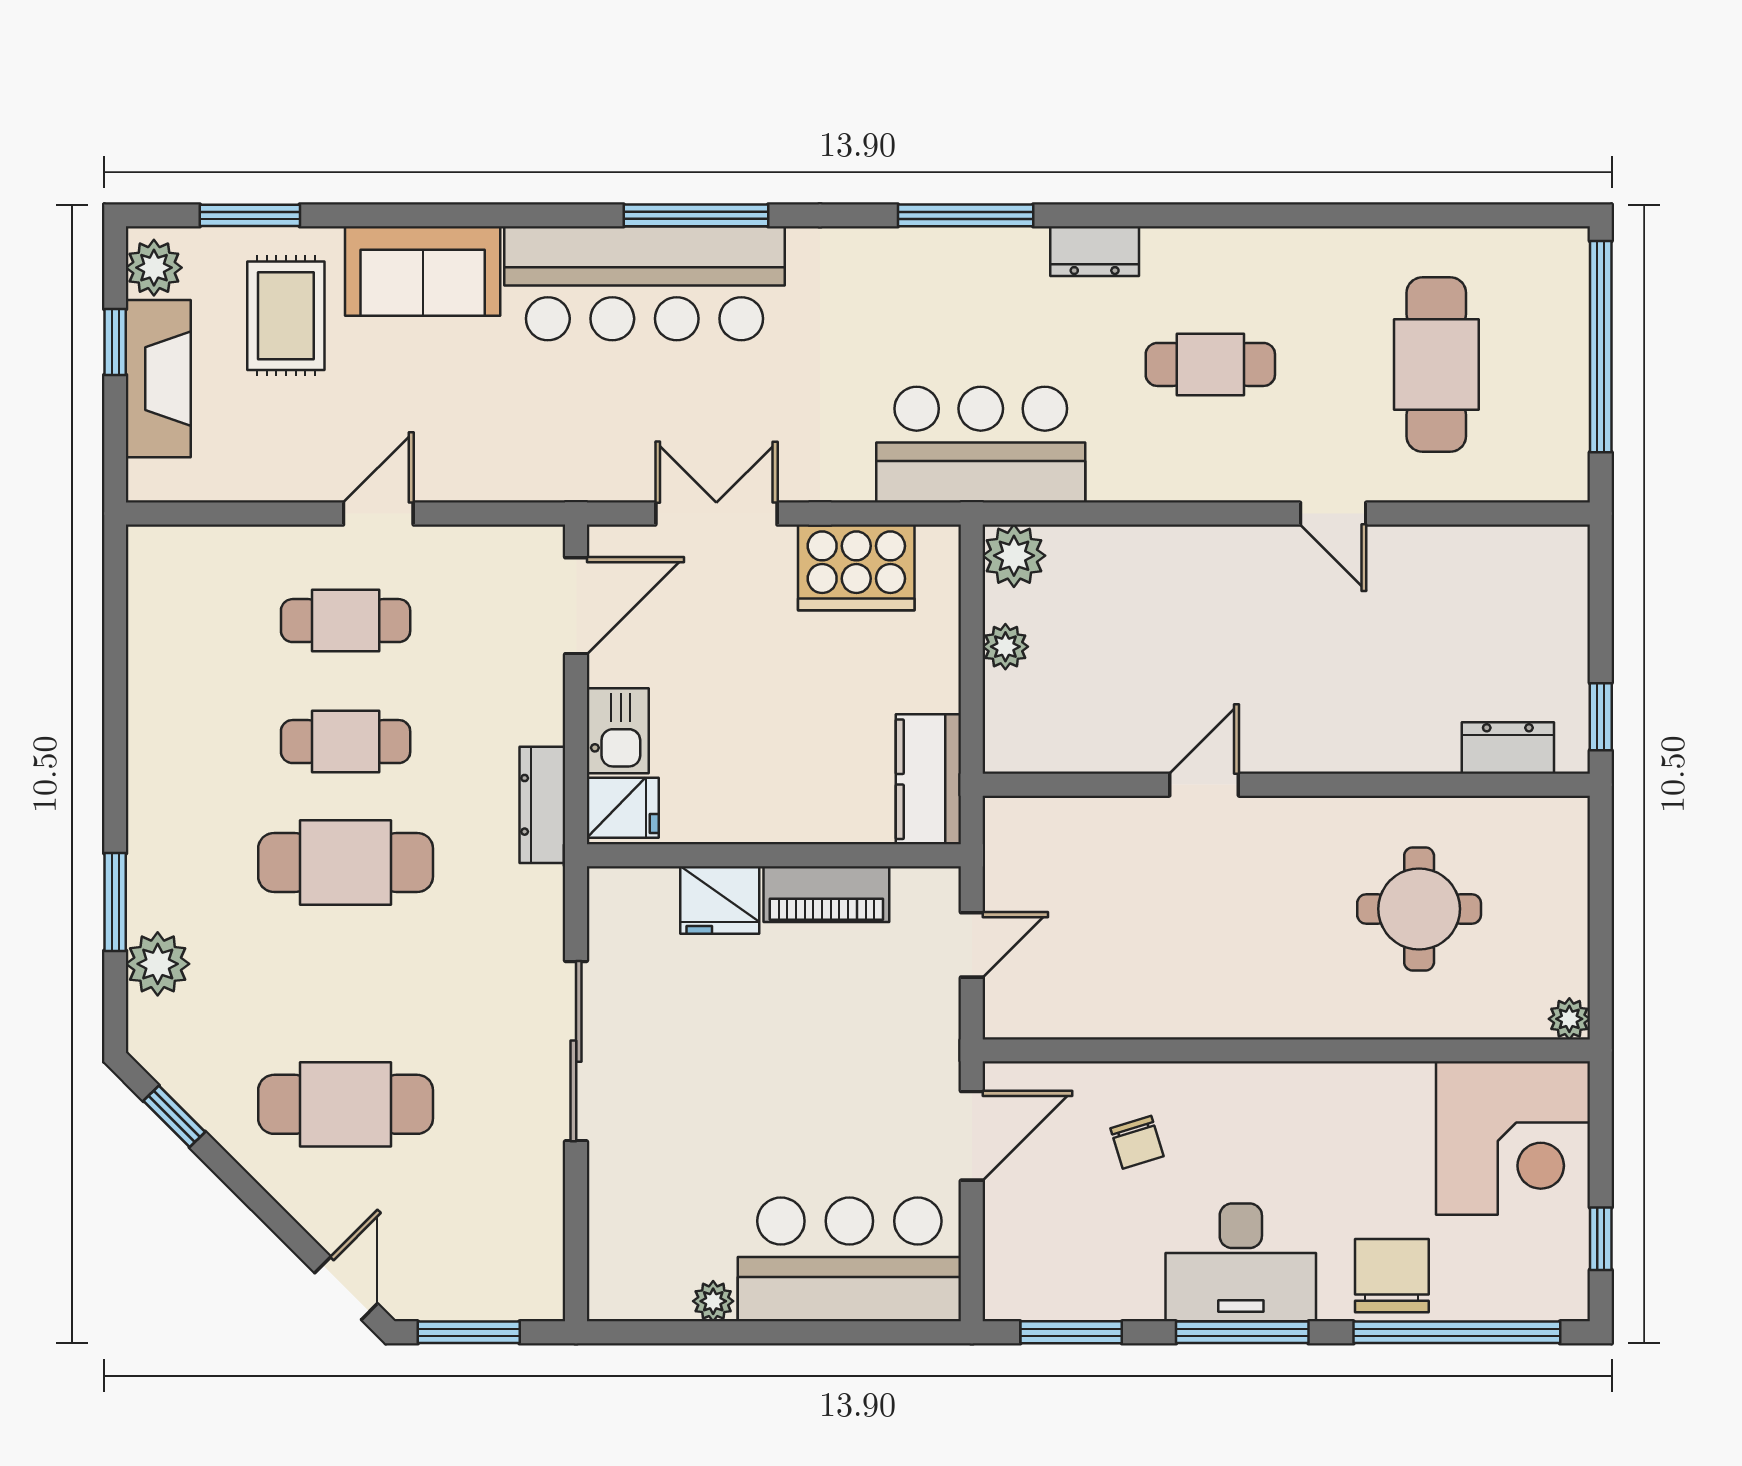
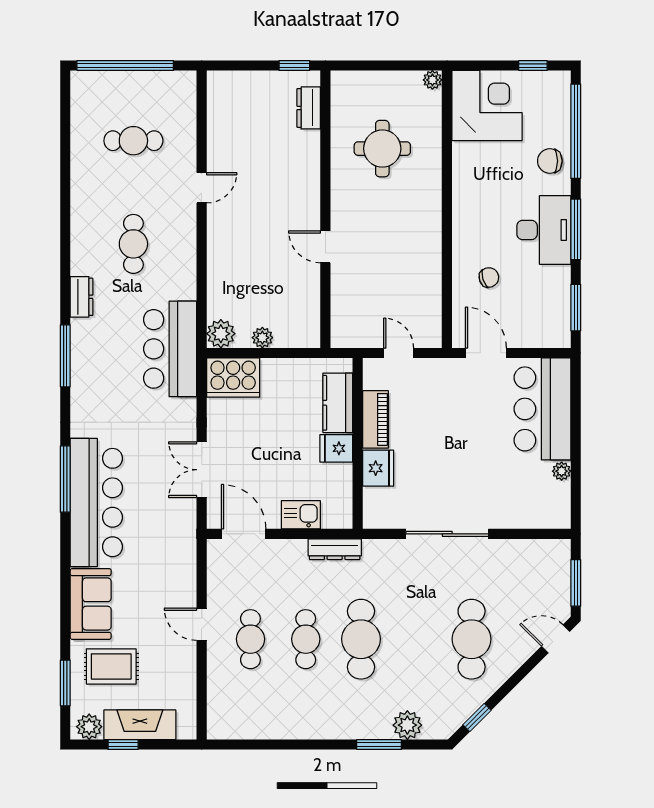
cafe table: (1436, 364) -> (133, 141), width x0.73, depth x0.74
cooker: (856, 567) -> (233, 378), moved, turned 90
kitchen counter: (928, 779) -> (338, 403), moved, turned 90
fridge: (623, 808) -> (336, 448), moved, turned -90
chair: (1392, 1276) -> (550, 161), width x0.73, depth x0.73

